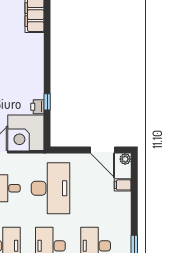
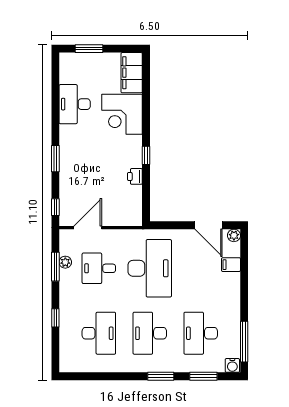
window: (47, 102) -> (146, 155), moved
corner desk: (26, 133) -> (122, 114), moved

